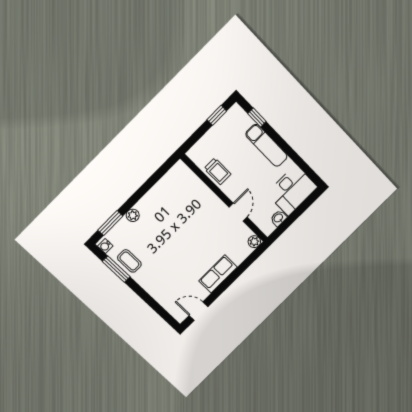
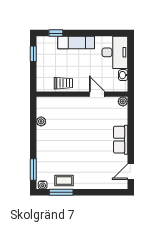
plant: (133, 215) -> (41, 121), moved

